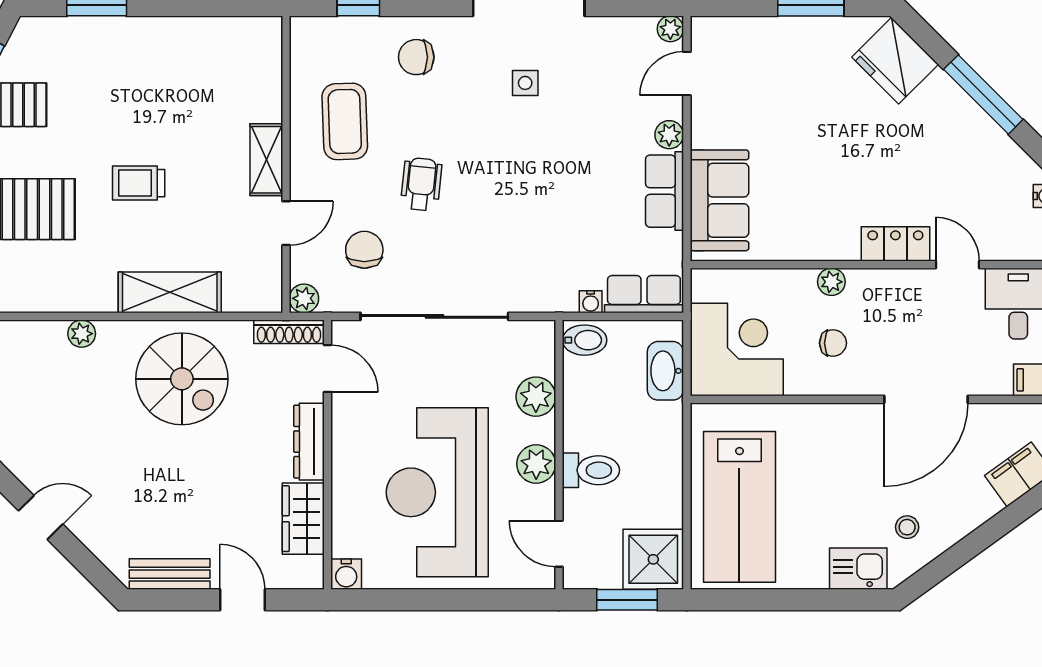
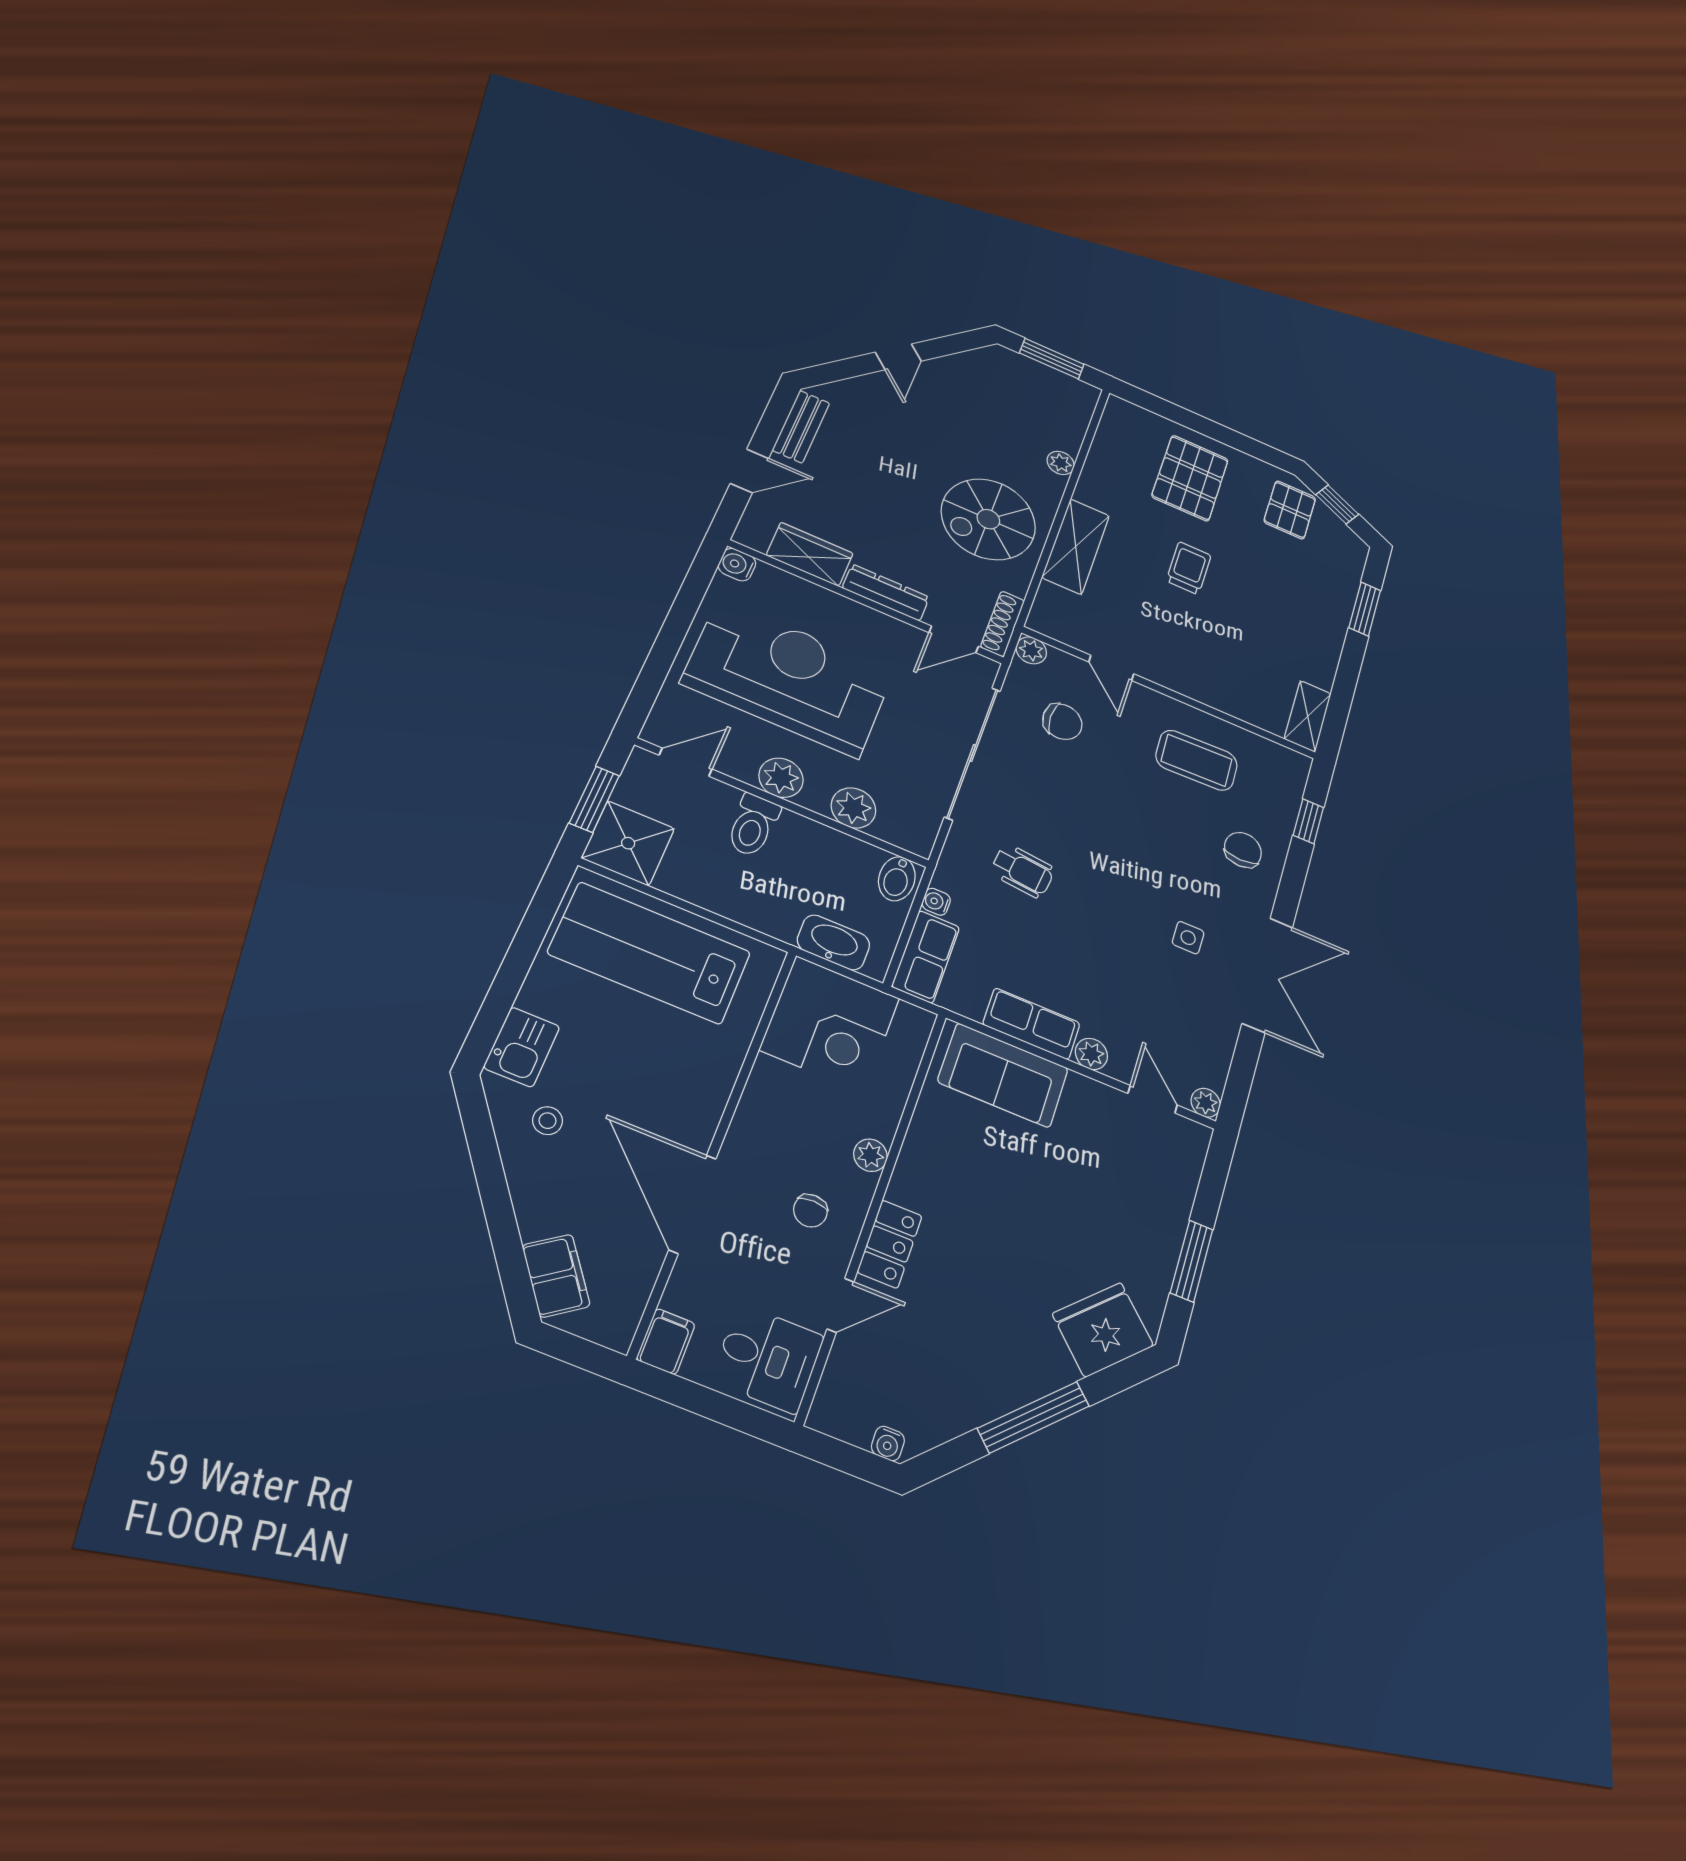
shelving: (266, 160) -> (1308, 716), moved, turned 90
wheelchair: (421, 184) -> (1023, 871), moved
chair: (833, 343) -> (810, 1211), moved

